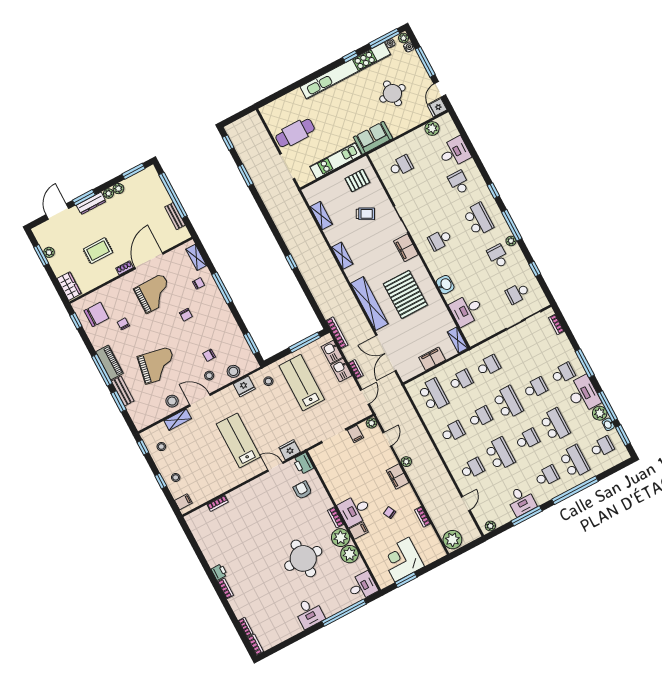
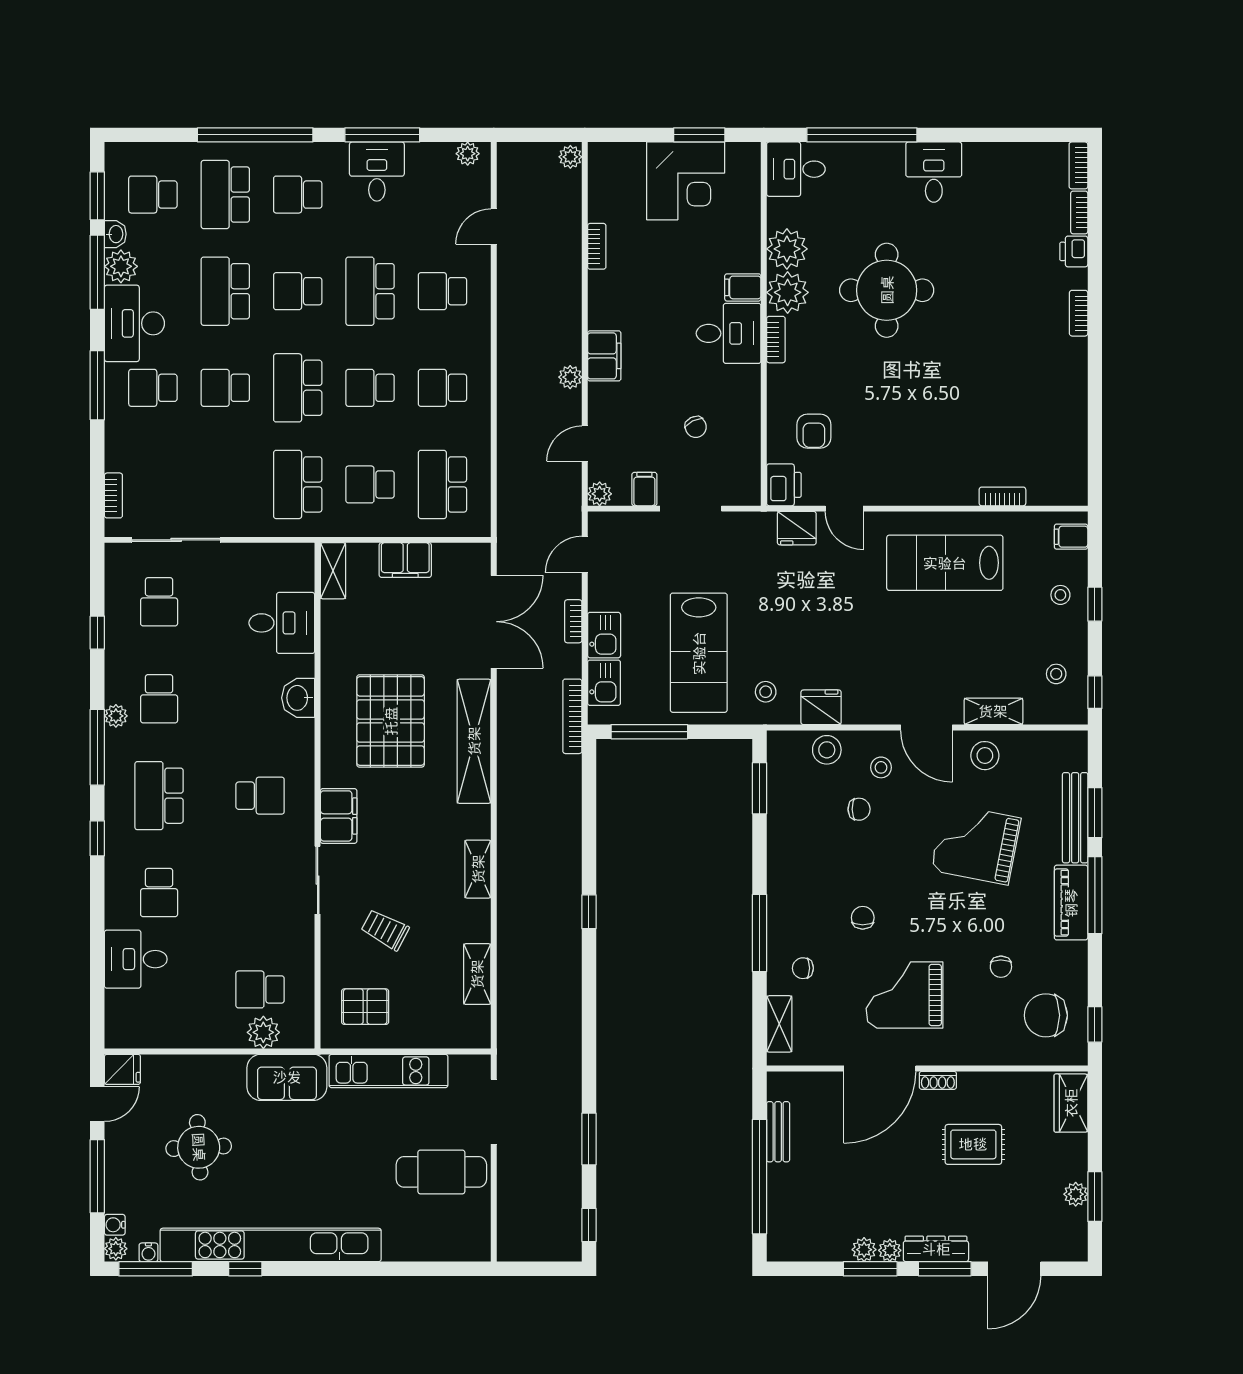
plant: (432, 128) -> (263, 1032), moved
window: (133, 171) -> (870, 1269), moved
school desk: (517, 293) -> (159, 602), turned 90
school desk: (488, 366) -> (298, 484), width x1.85
bench: (123, 391) -> (1075, 818), width x1.36
lab bench: (238, 440) -> (945, 563), moved, turned 90
chair: (390, 513) -> (696, 427), moved
plant: (452, 540) -> (570, 157), width x0.53, depth x0.53
printer: (219, 572) -> (1074, 251), moved

